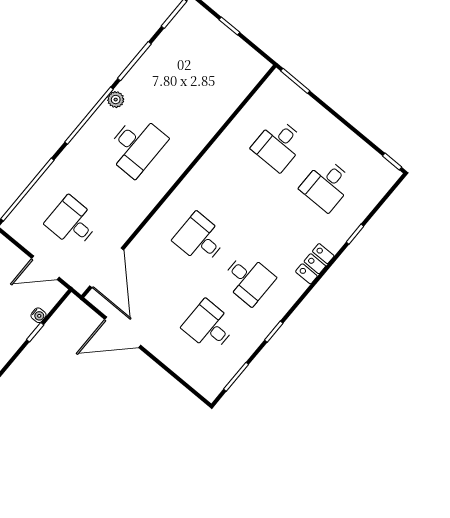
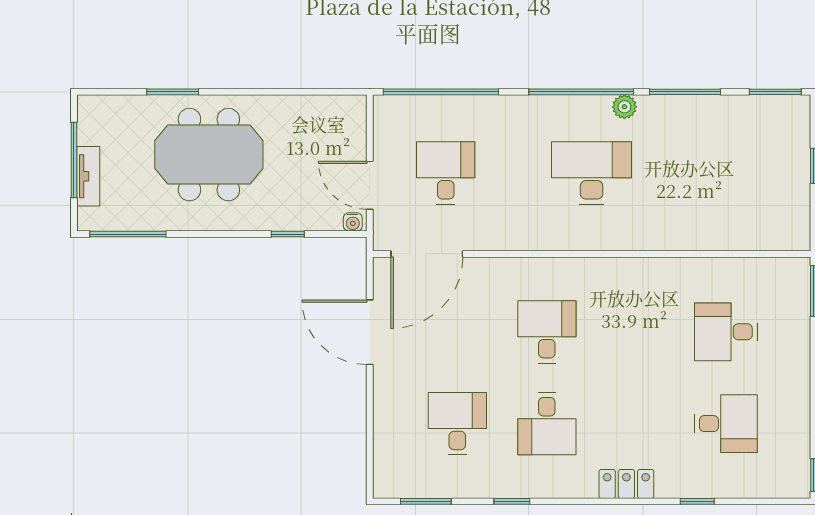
desk: (136, 146) -> (592, 173), turned 180
desk: (327, 185) -> (726, 424), turned 180
water cooler: (38, 315) -> (353, 222), moved

